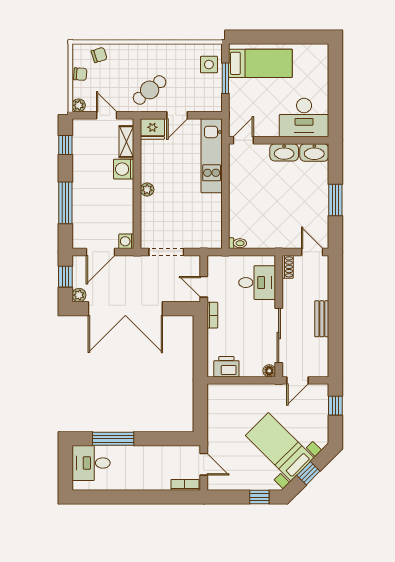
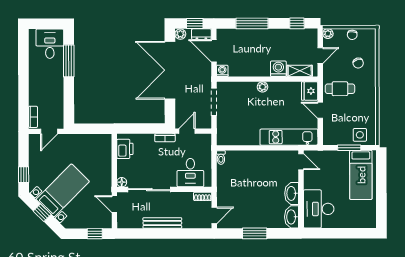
chair: (99, 55) -> (358, 63), moved
cafe table: (150, 90) -> (340, 89), turned -51
dresser: (79, 268) -> (201, 34), added
bench: (322, 319) -> (162, 223), width x1.36

